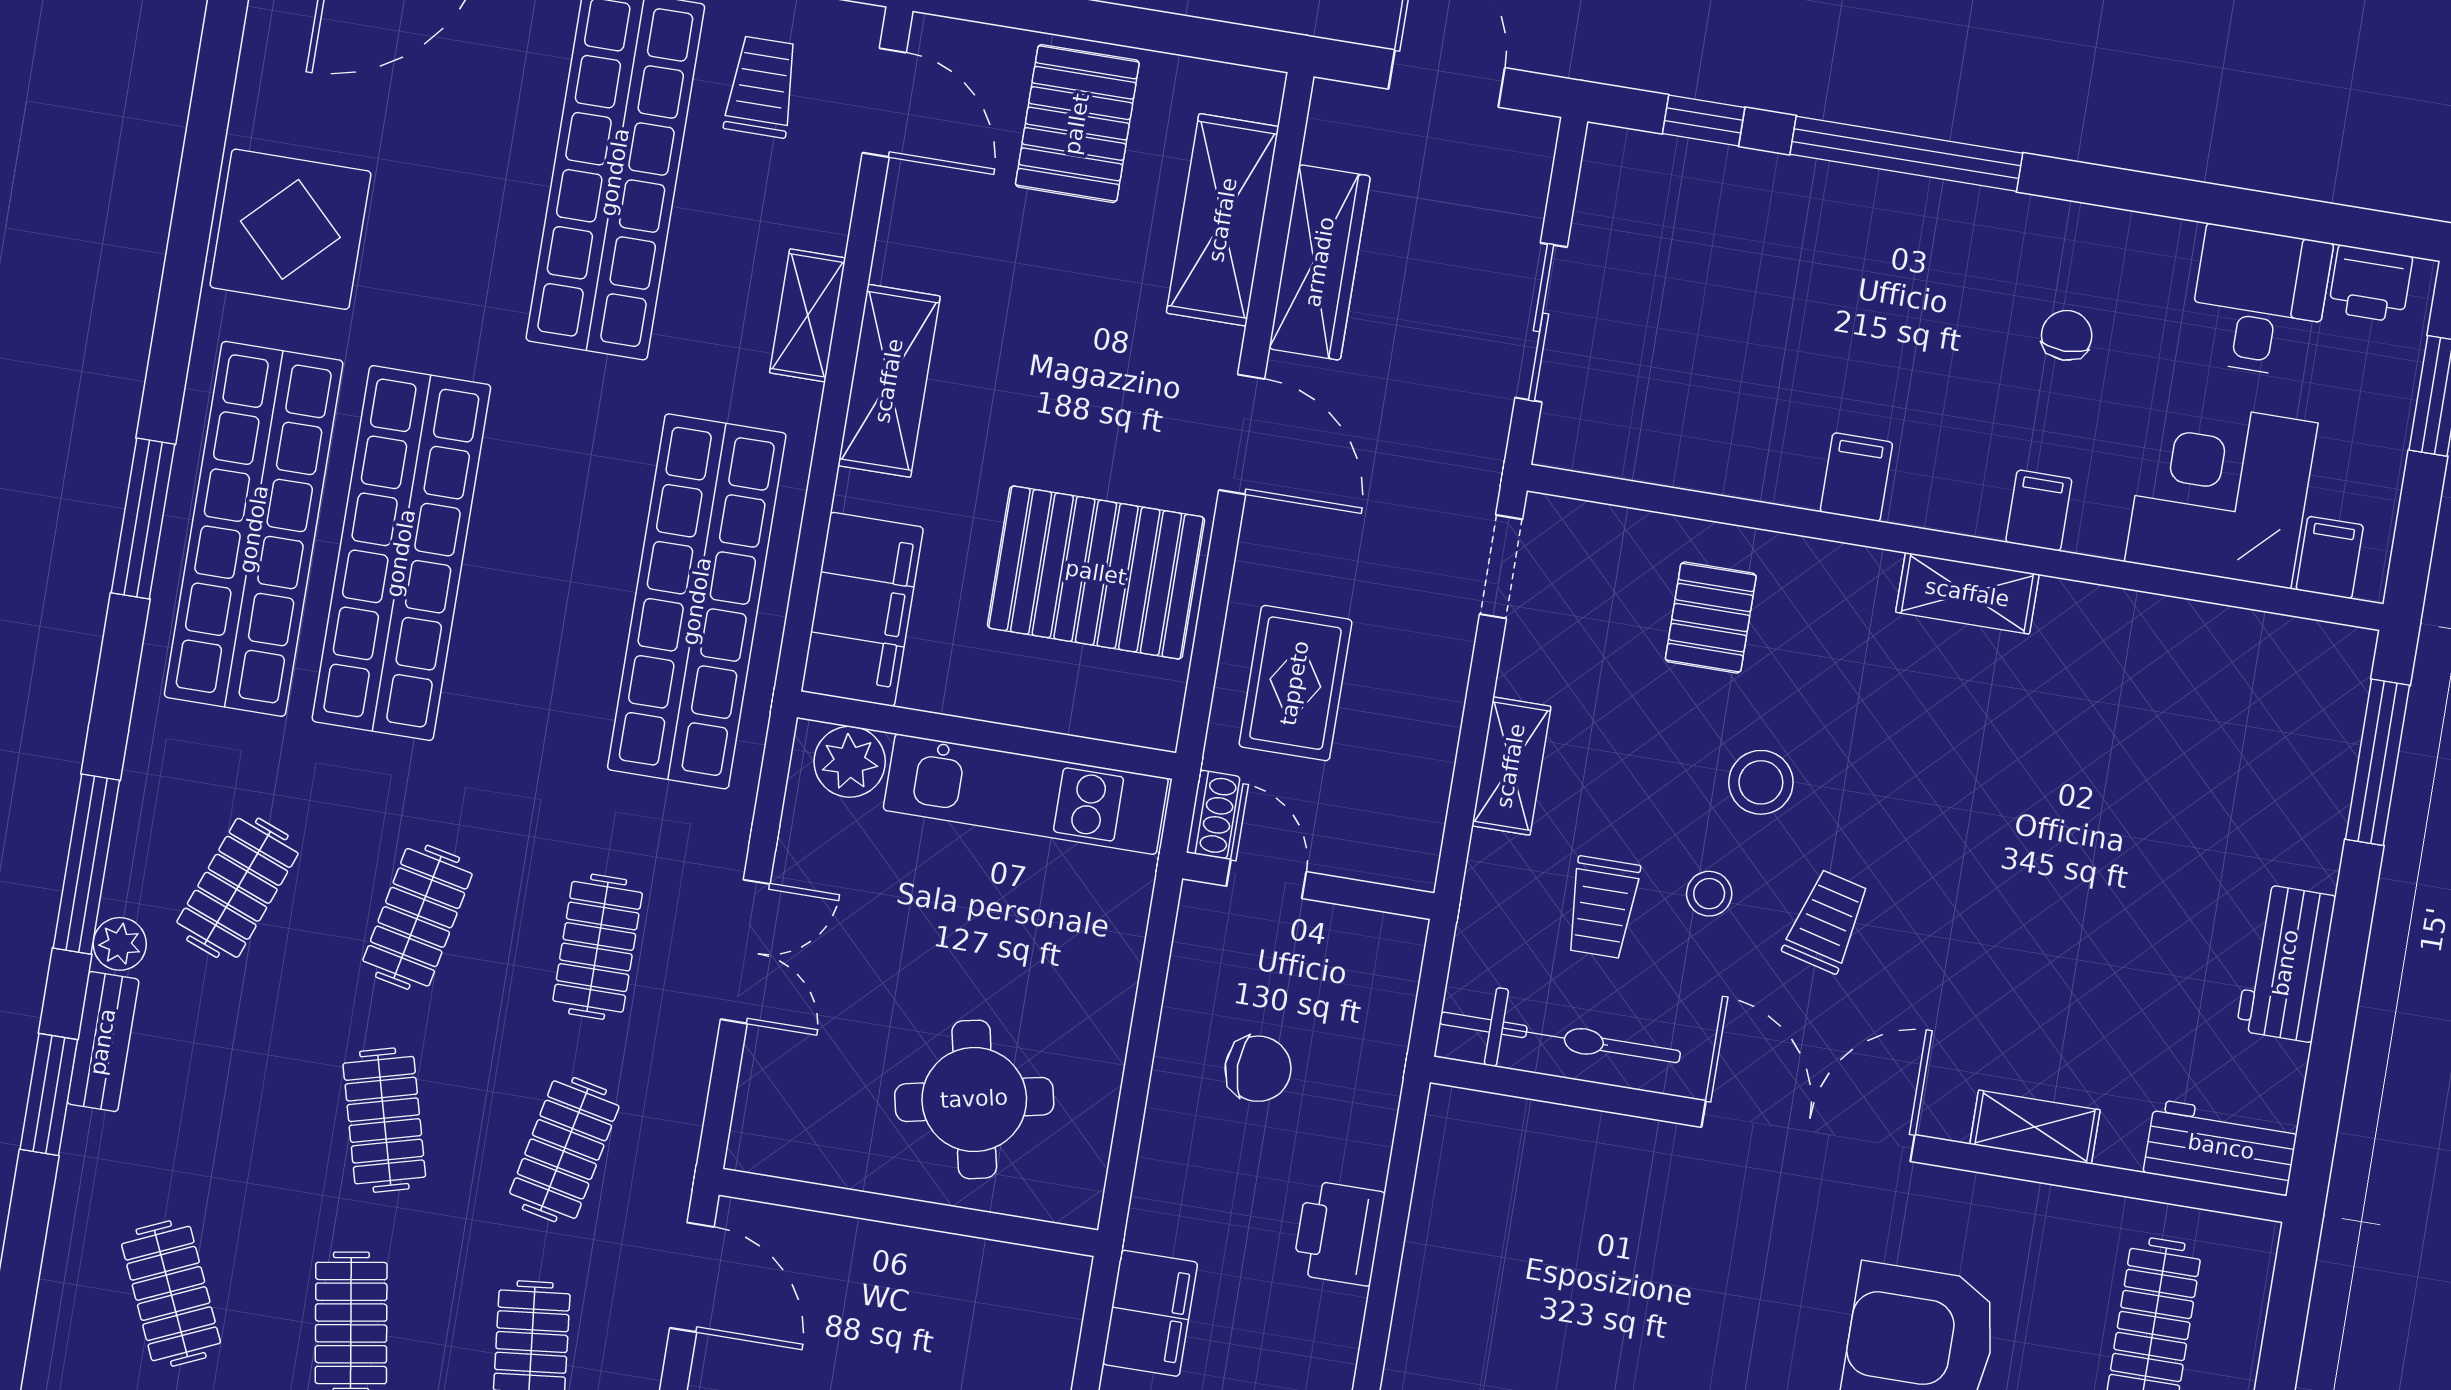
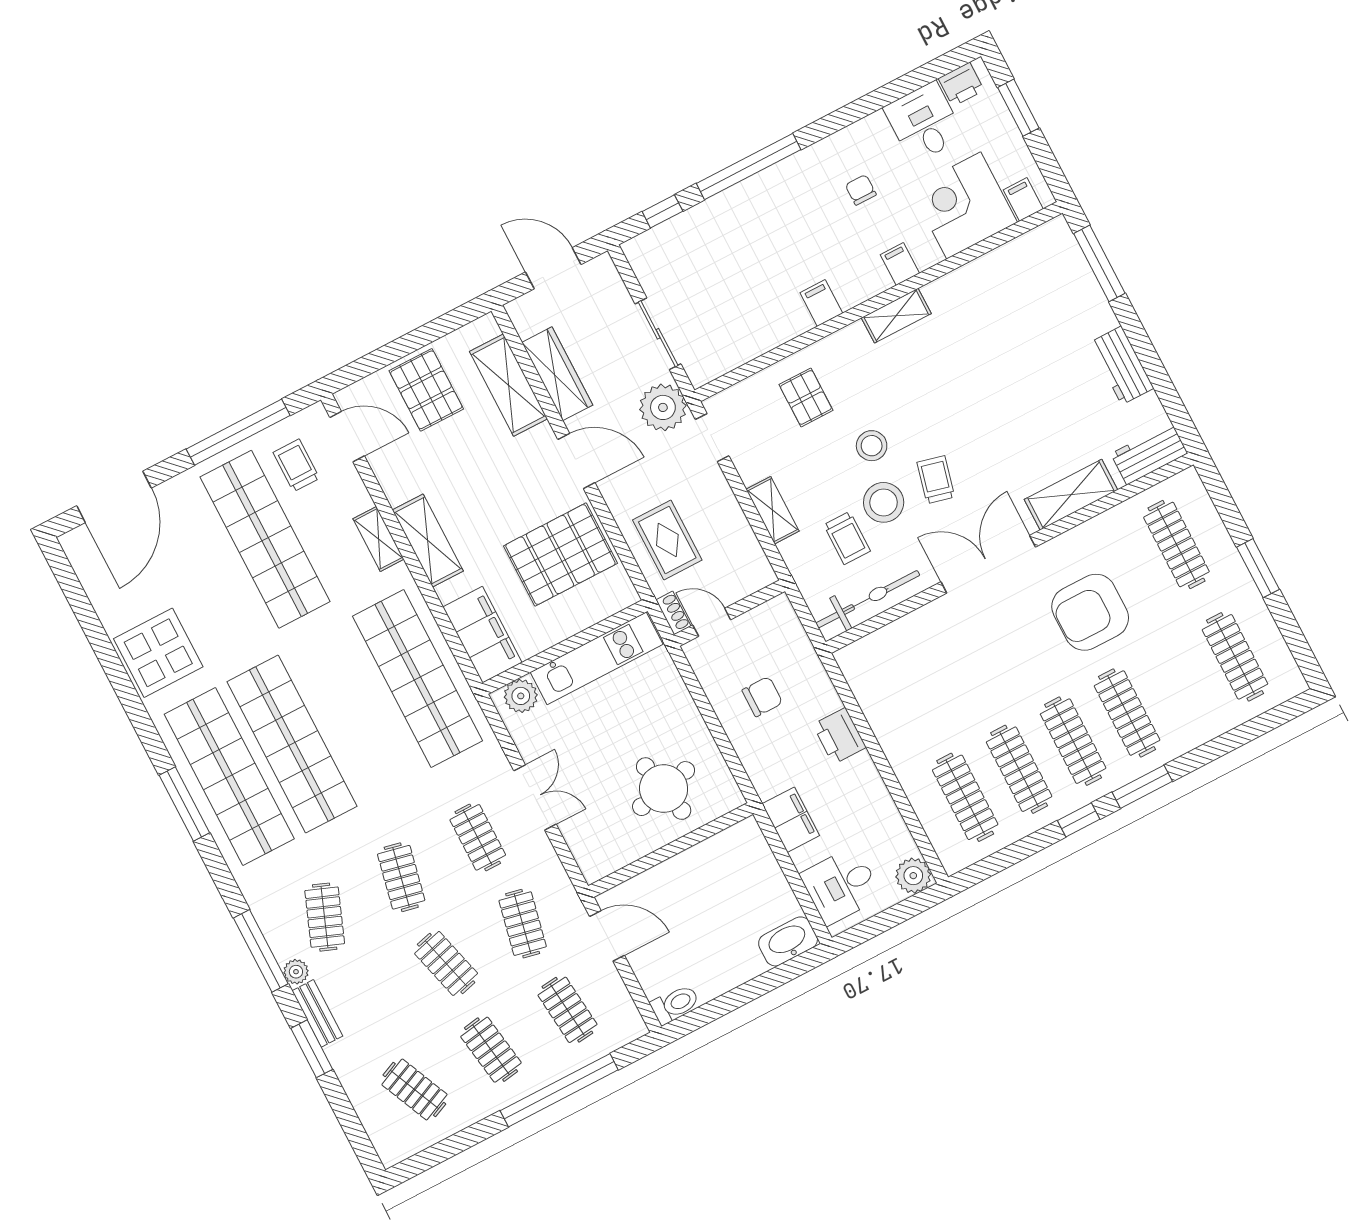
plant: (1456, 453) -> (663, 407), added
stool: (1709, 894) -> (884, 502), width x1.89, depth x1.89
shelving: (2035, 1127) -> (1071, 495), width x1.50, depth x1.33

